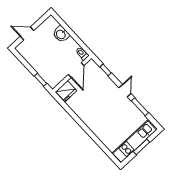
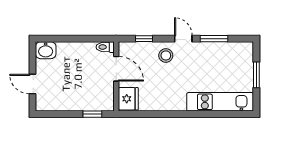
door: (27, 33) -> (32, 84), hinge flipped
washbasin: (61, 34) -> (46, 50), moved
stool: (107, 90) -> (166, 55), added
kitchen unit: (134, 141) -> (220, 102), moved, turned 90

